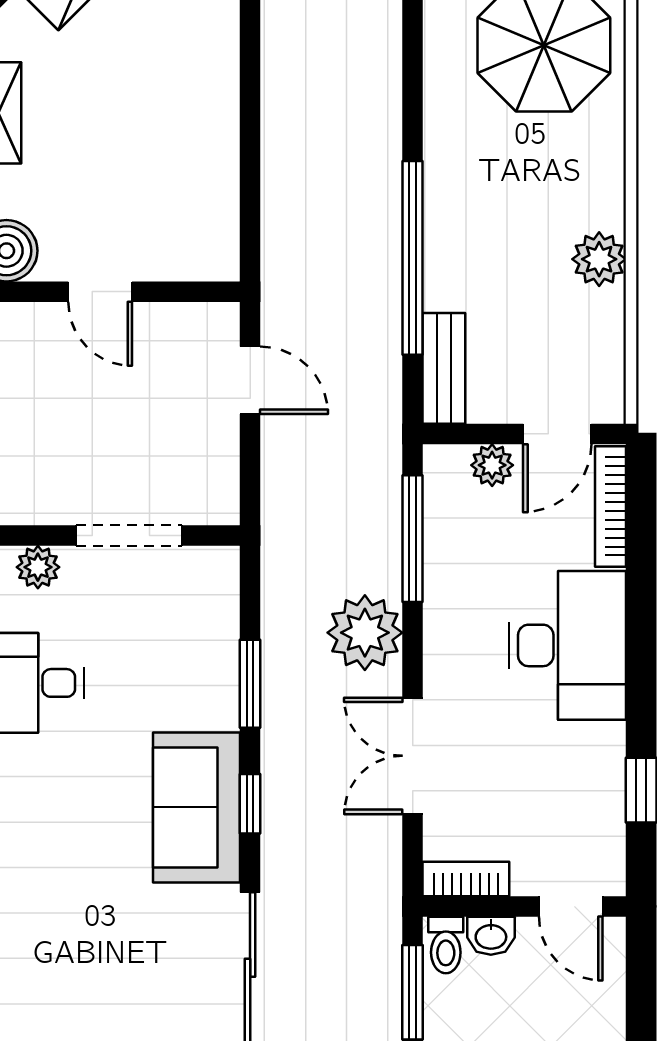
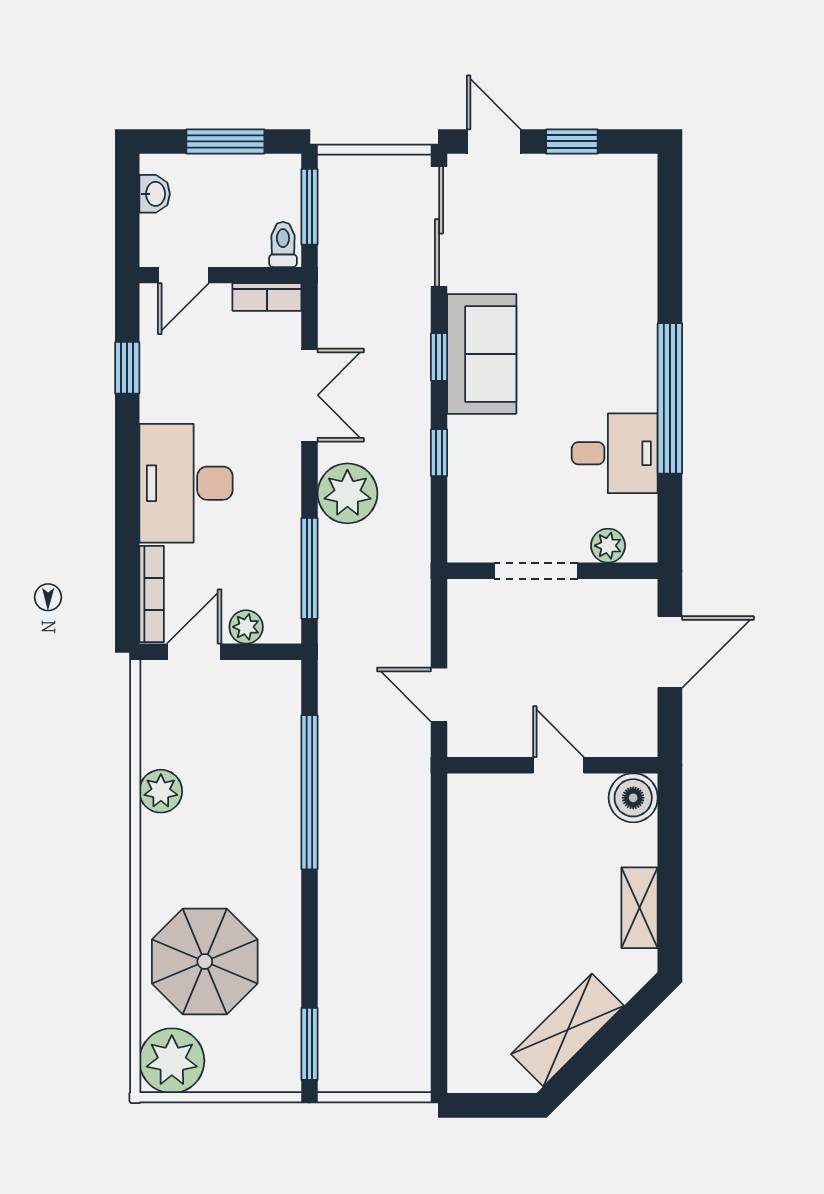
bench: (444, 368) -> (284, 704), removed
window: (250, 684) -> (439, 453), width x0.67
door: (571, 906) -> (183, 275), swing flipped
washbasin: (491, 936) -> (155, 194), moved, turned 90

